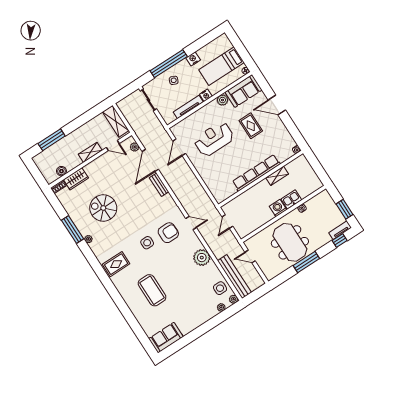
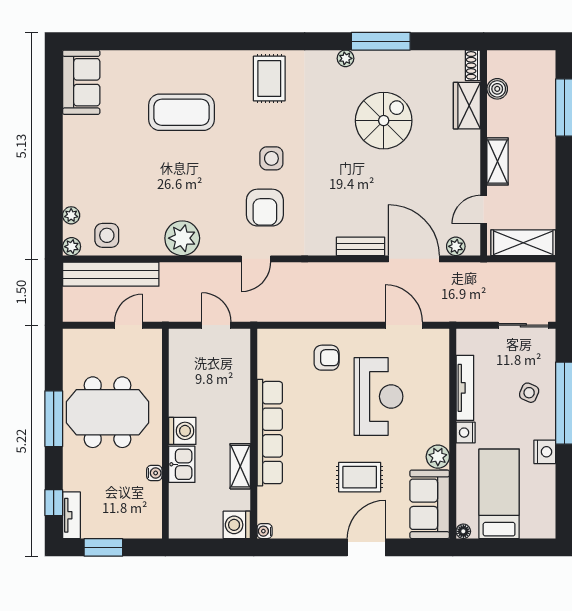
washing machine: (301, 162) -> (237, 525), added
armchair: (212, 170) -> (327, 358), added

